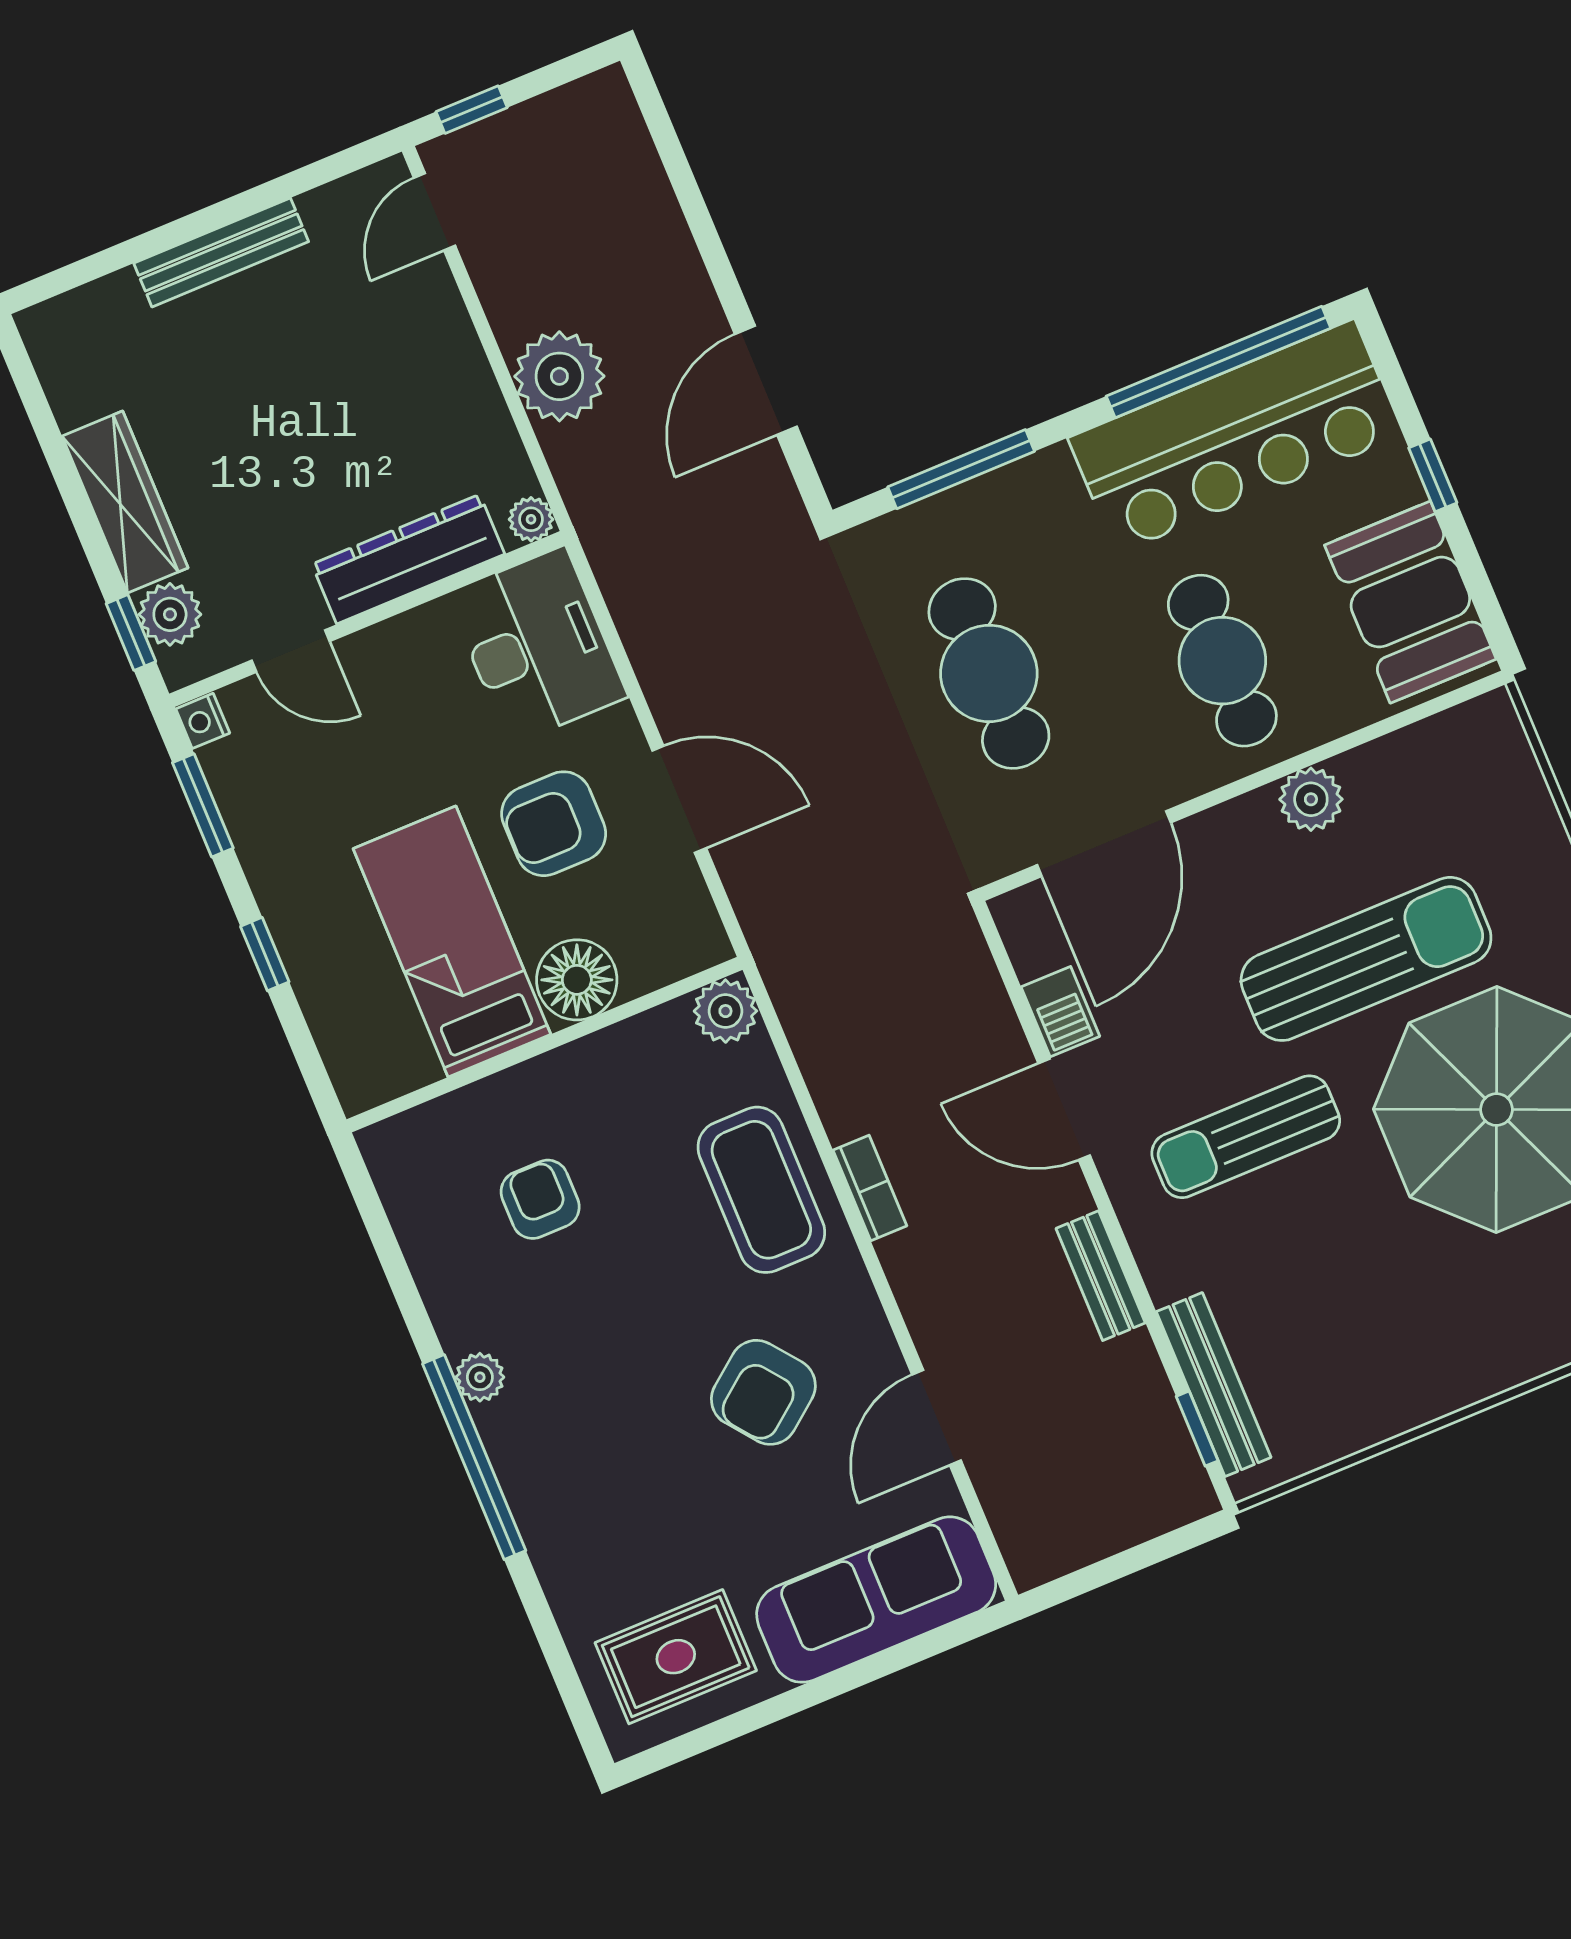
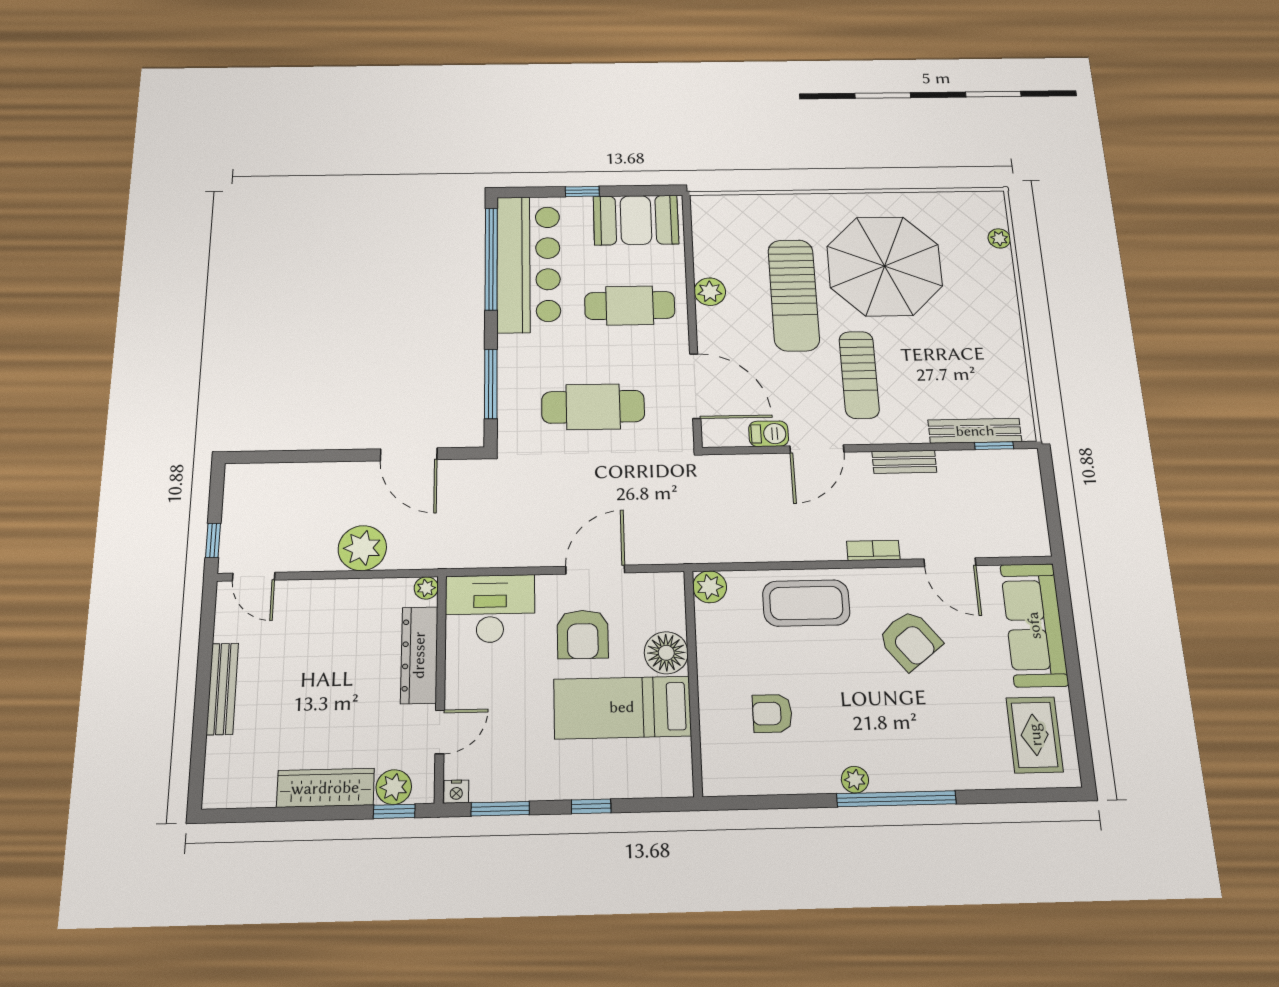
sun lounger: (1366, 959) -> (794, 295), turned 180
bookcase: (870, 1188) -> (873, 550), moved

